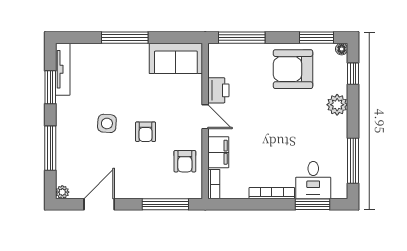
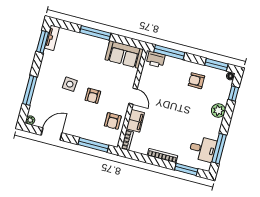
tv unit: (63, 69) -> (52, 38), width x0.71
armchair: (293, 69) -> (196, 81), width x0.53, depth x0.53
window: (50, 87) -> (43, 42), moved
printer: (218, 90) -> (156, 59), moved, turned 90
desk: (313, 180) -> (203, 149), moved, turned -90

